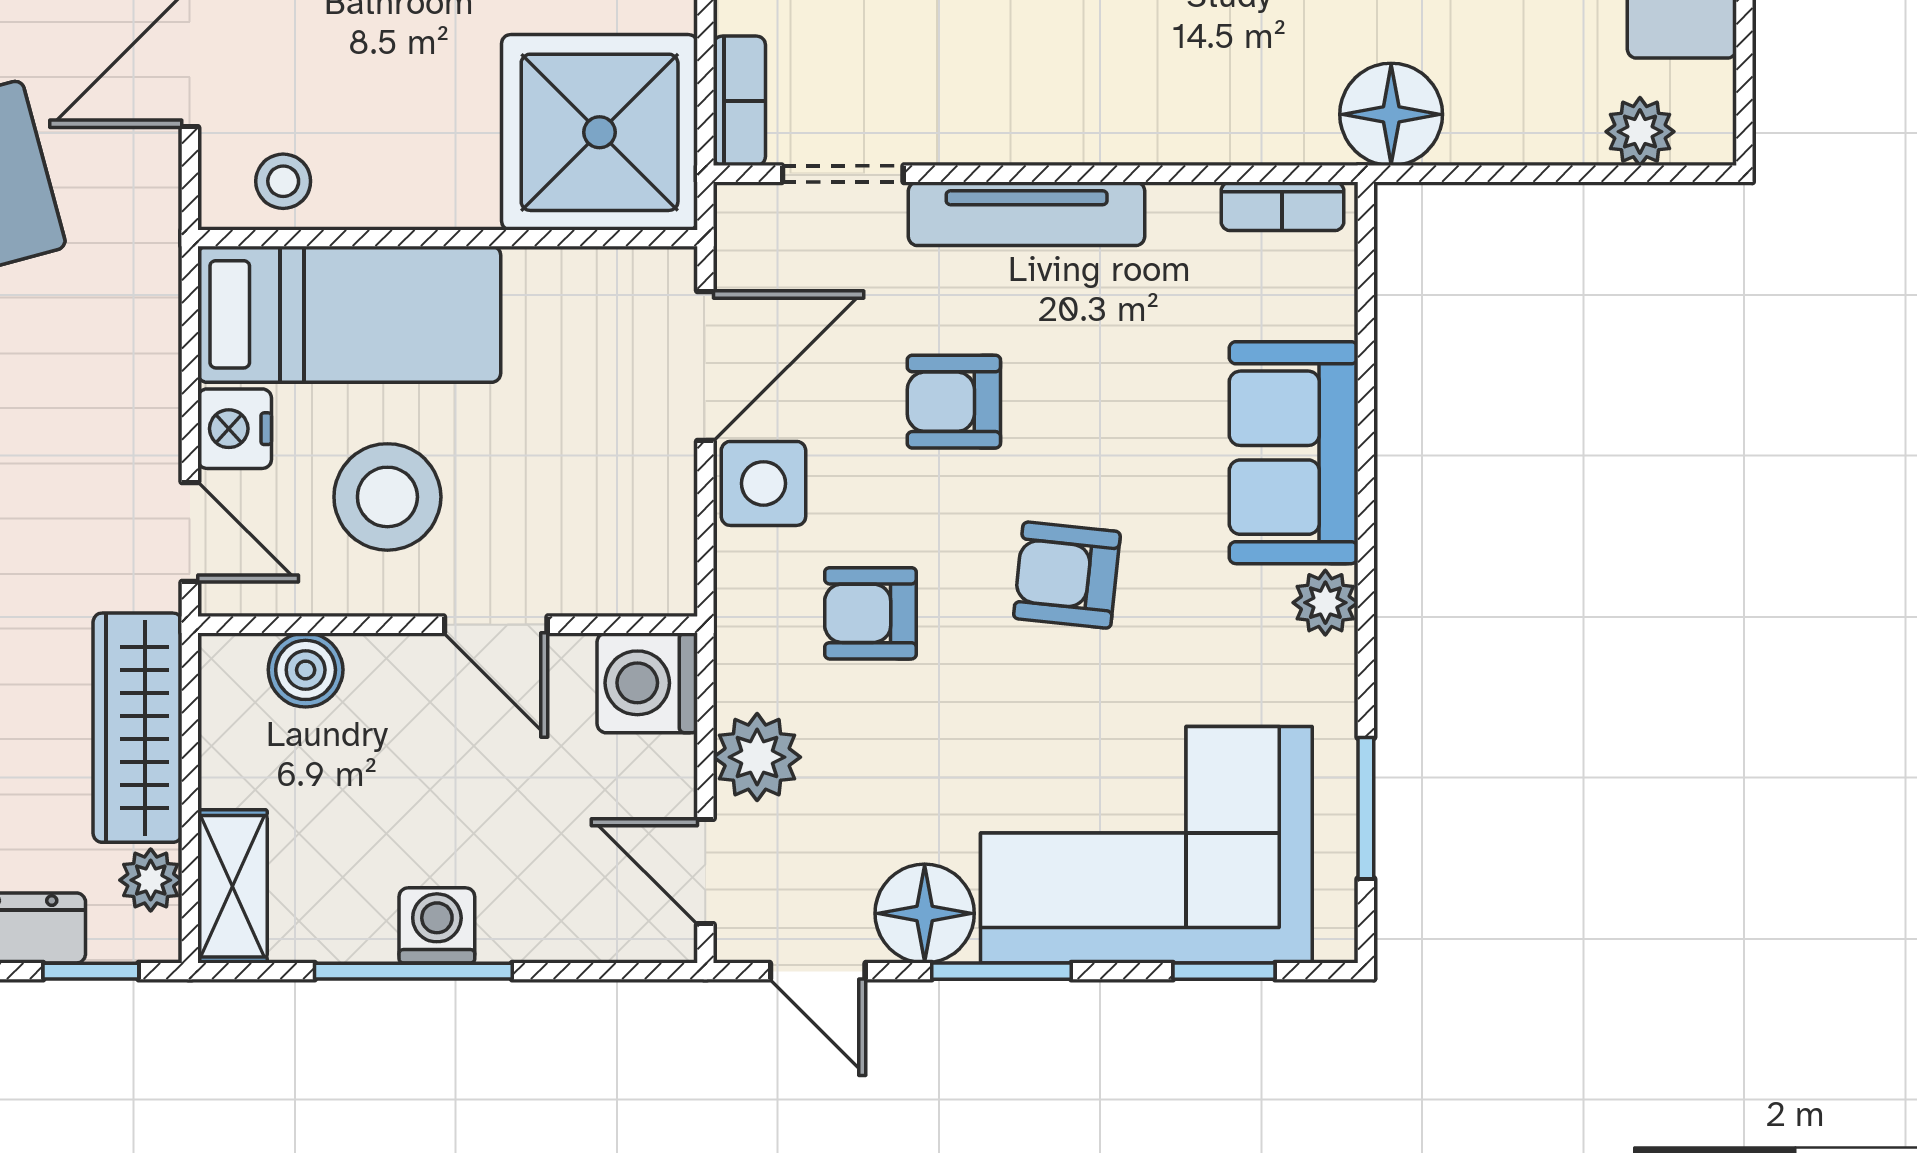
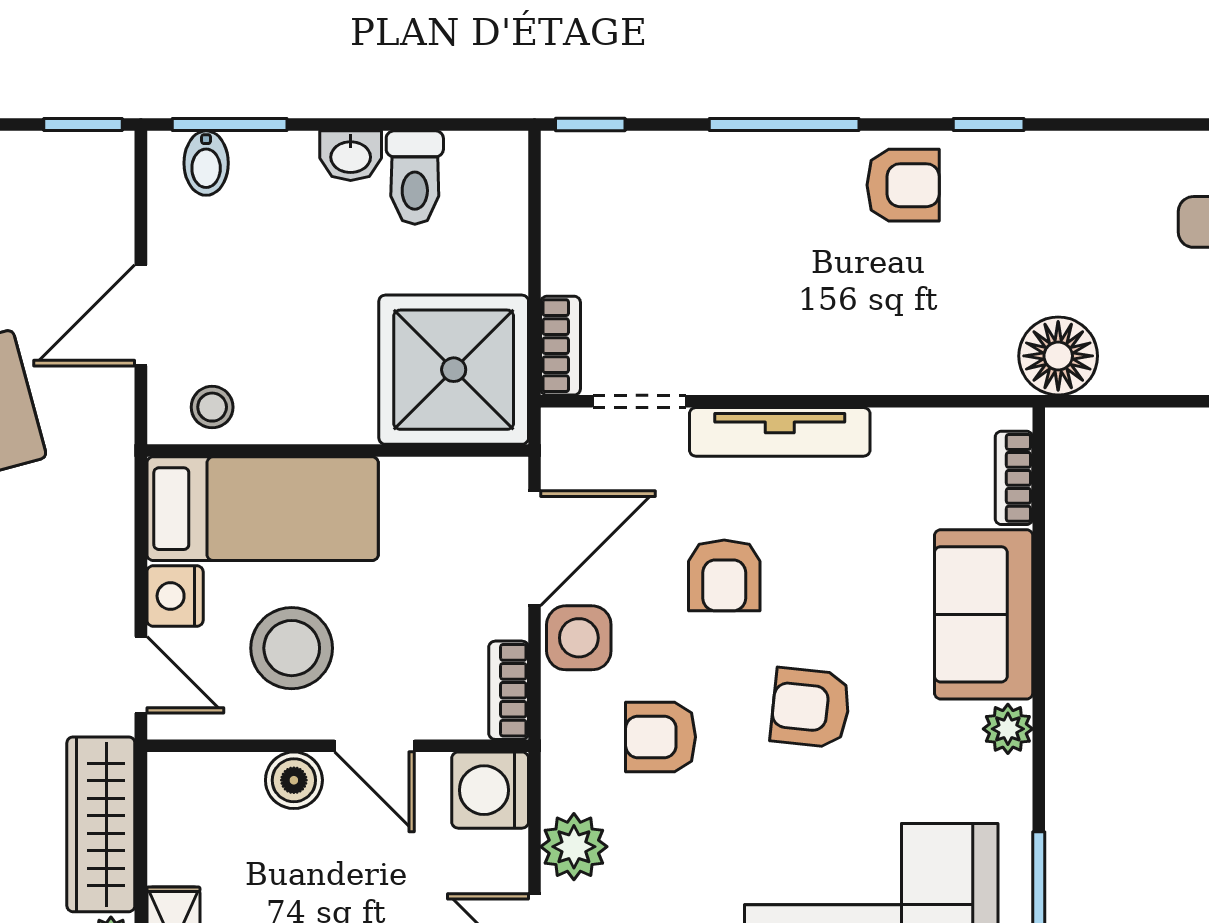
bookcase: (1282, 206) -> (1014, 478), moved, turned 90
armchair: (954, 402) -> (724, 575), turned -90
bookcase: (672, 552) -> (509, 690), added
boiler: (306, 670) -> (294, 780), moved

